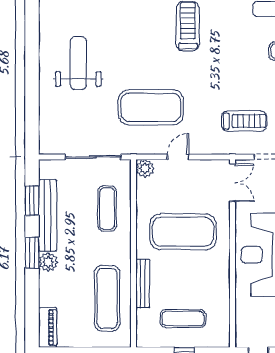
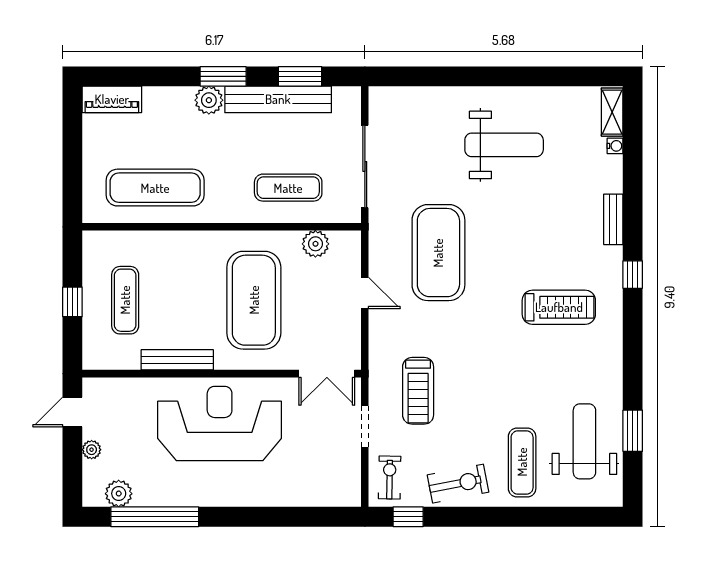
plant: (145, 168) -> (315, 244), moved
bench: (143, 284) -> (177, 360), moved

